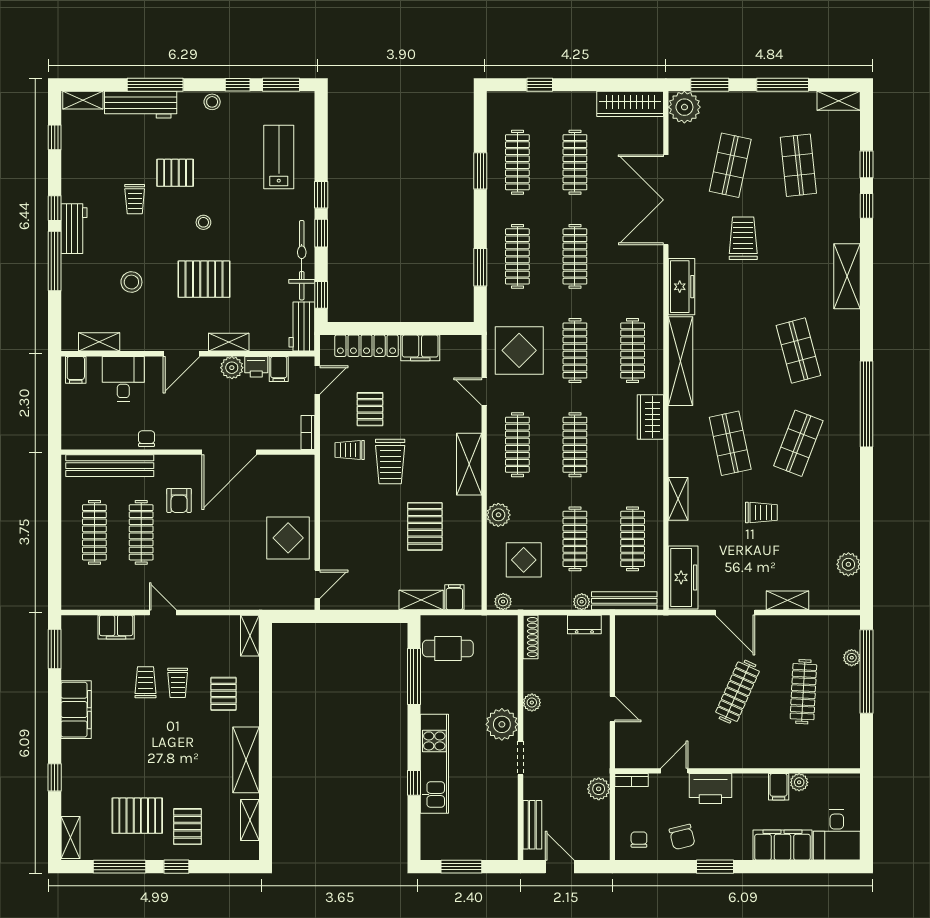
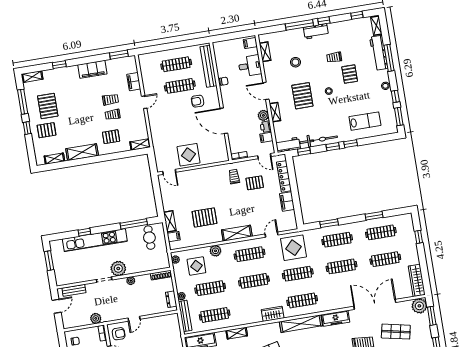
trolley: (390, 461) -> (232, 196), removed
armchair: (639, 746) -> (119, 334), added
kitchen unit: (434, 764) -> (95, 240), width x1.36

